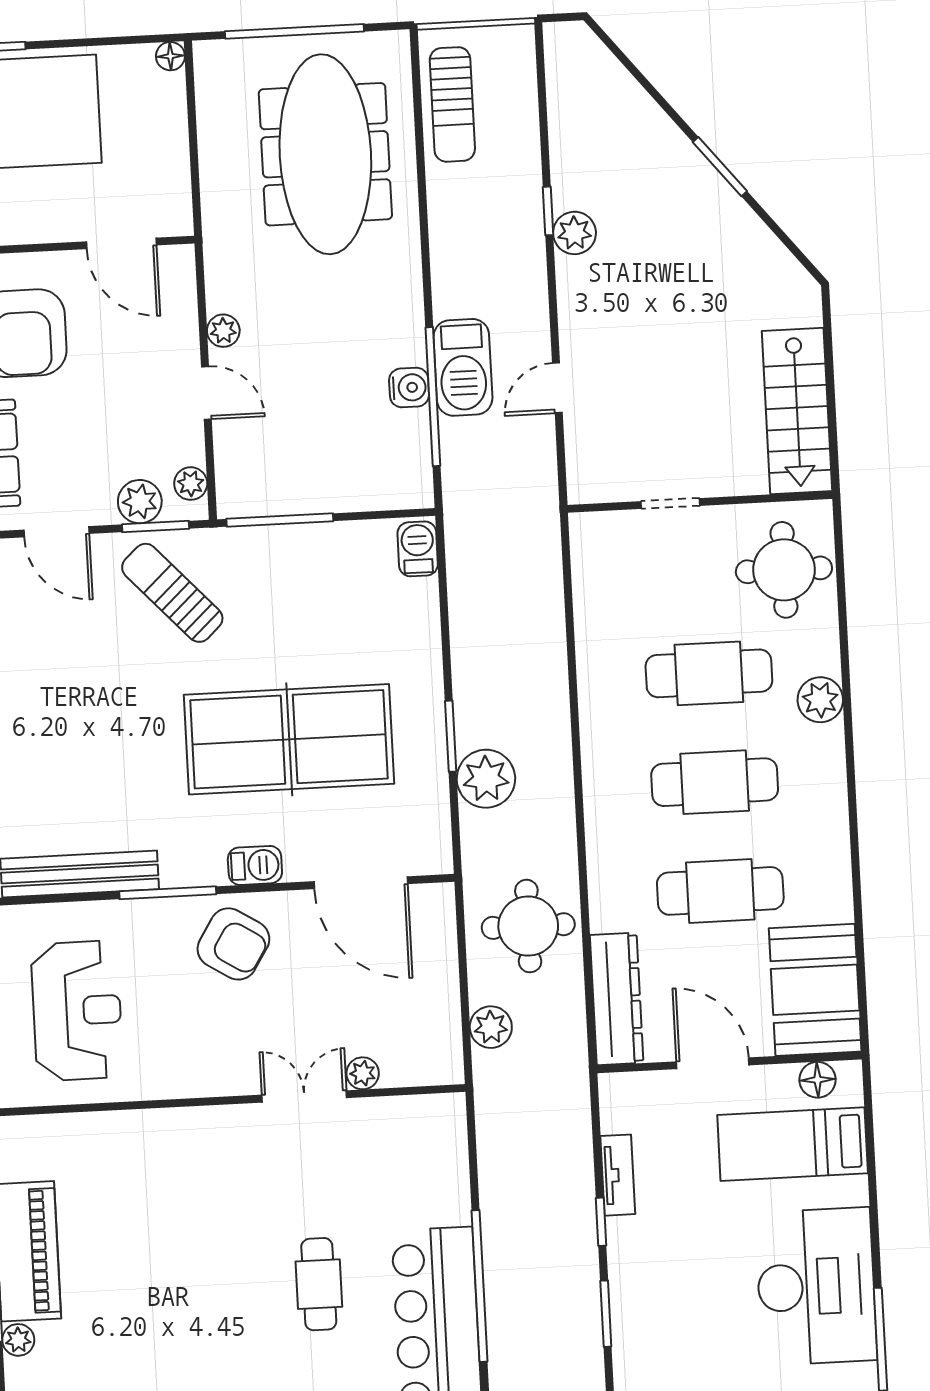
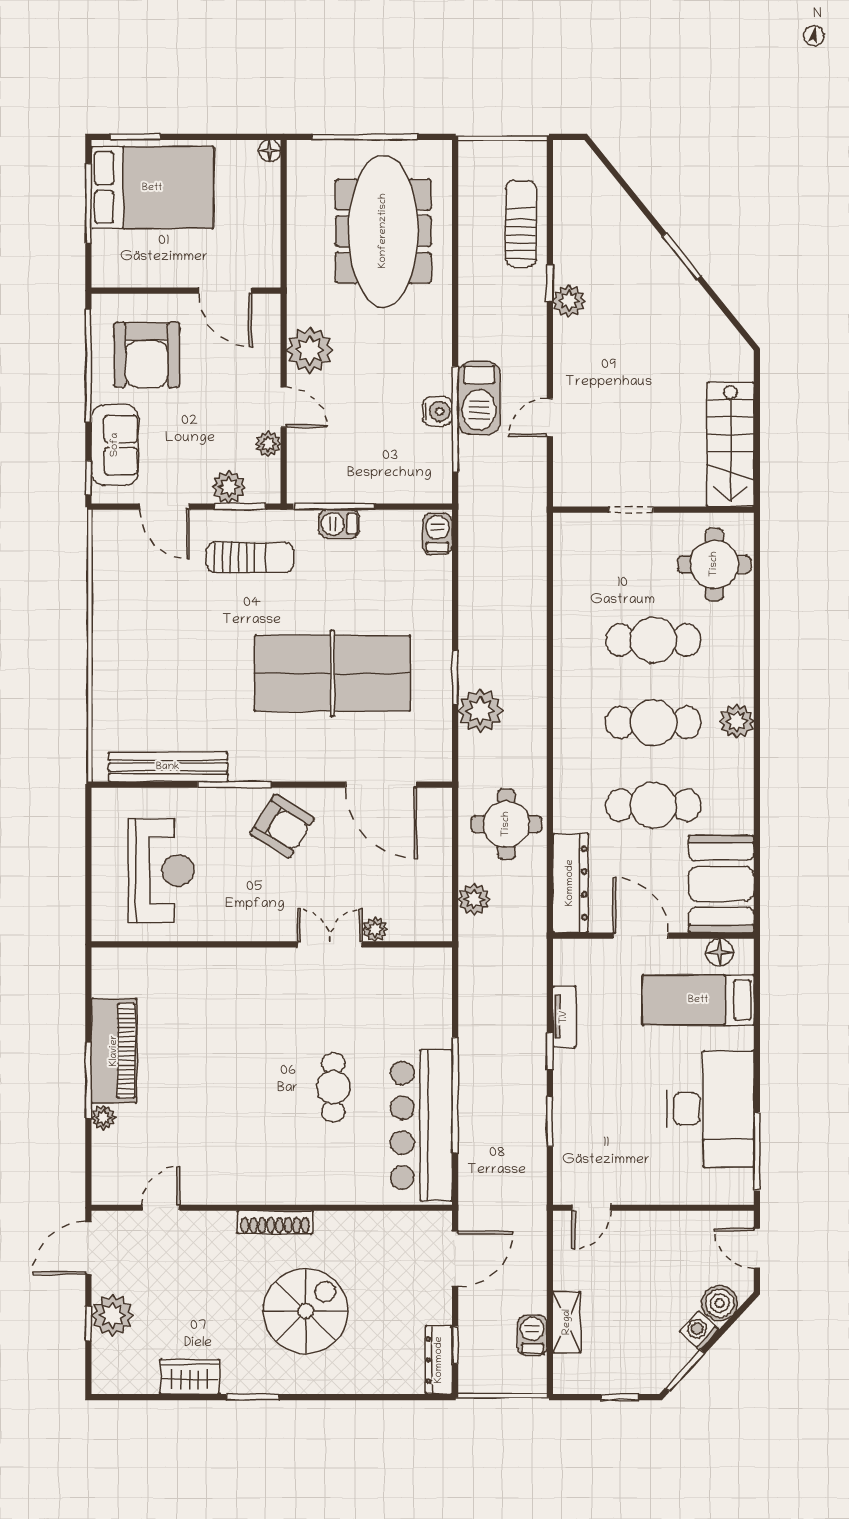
sun lounger: (452, 104) -> (521, 223), moved, turned 180
plant: (223, 331) -> (310, 350), width x1.88, depth x1.88
plant: (191, 484) -> (268, 444), moved
sun lounger: (172, 593) -> (250, 557), turned 133
plant: (820, 700) -> (737, 721), moved
barbecue: (255, 865) -> (339, 524), moved, turned 180

